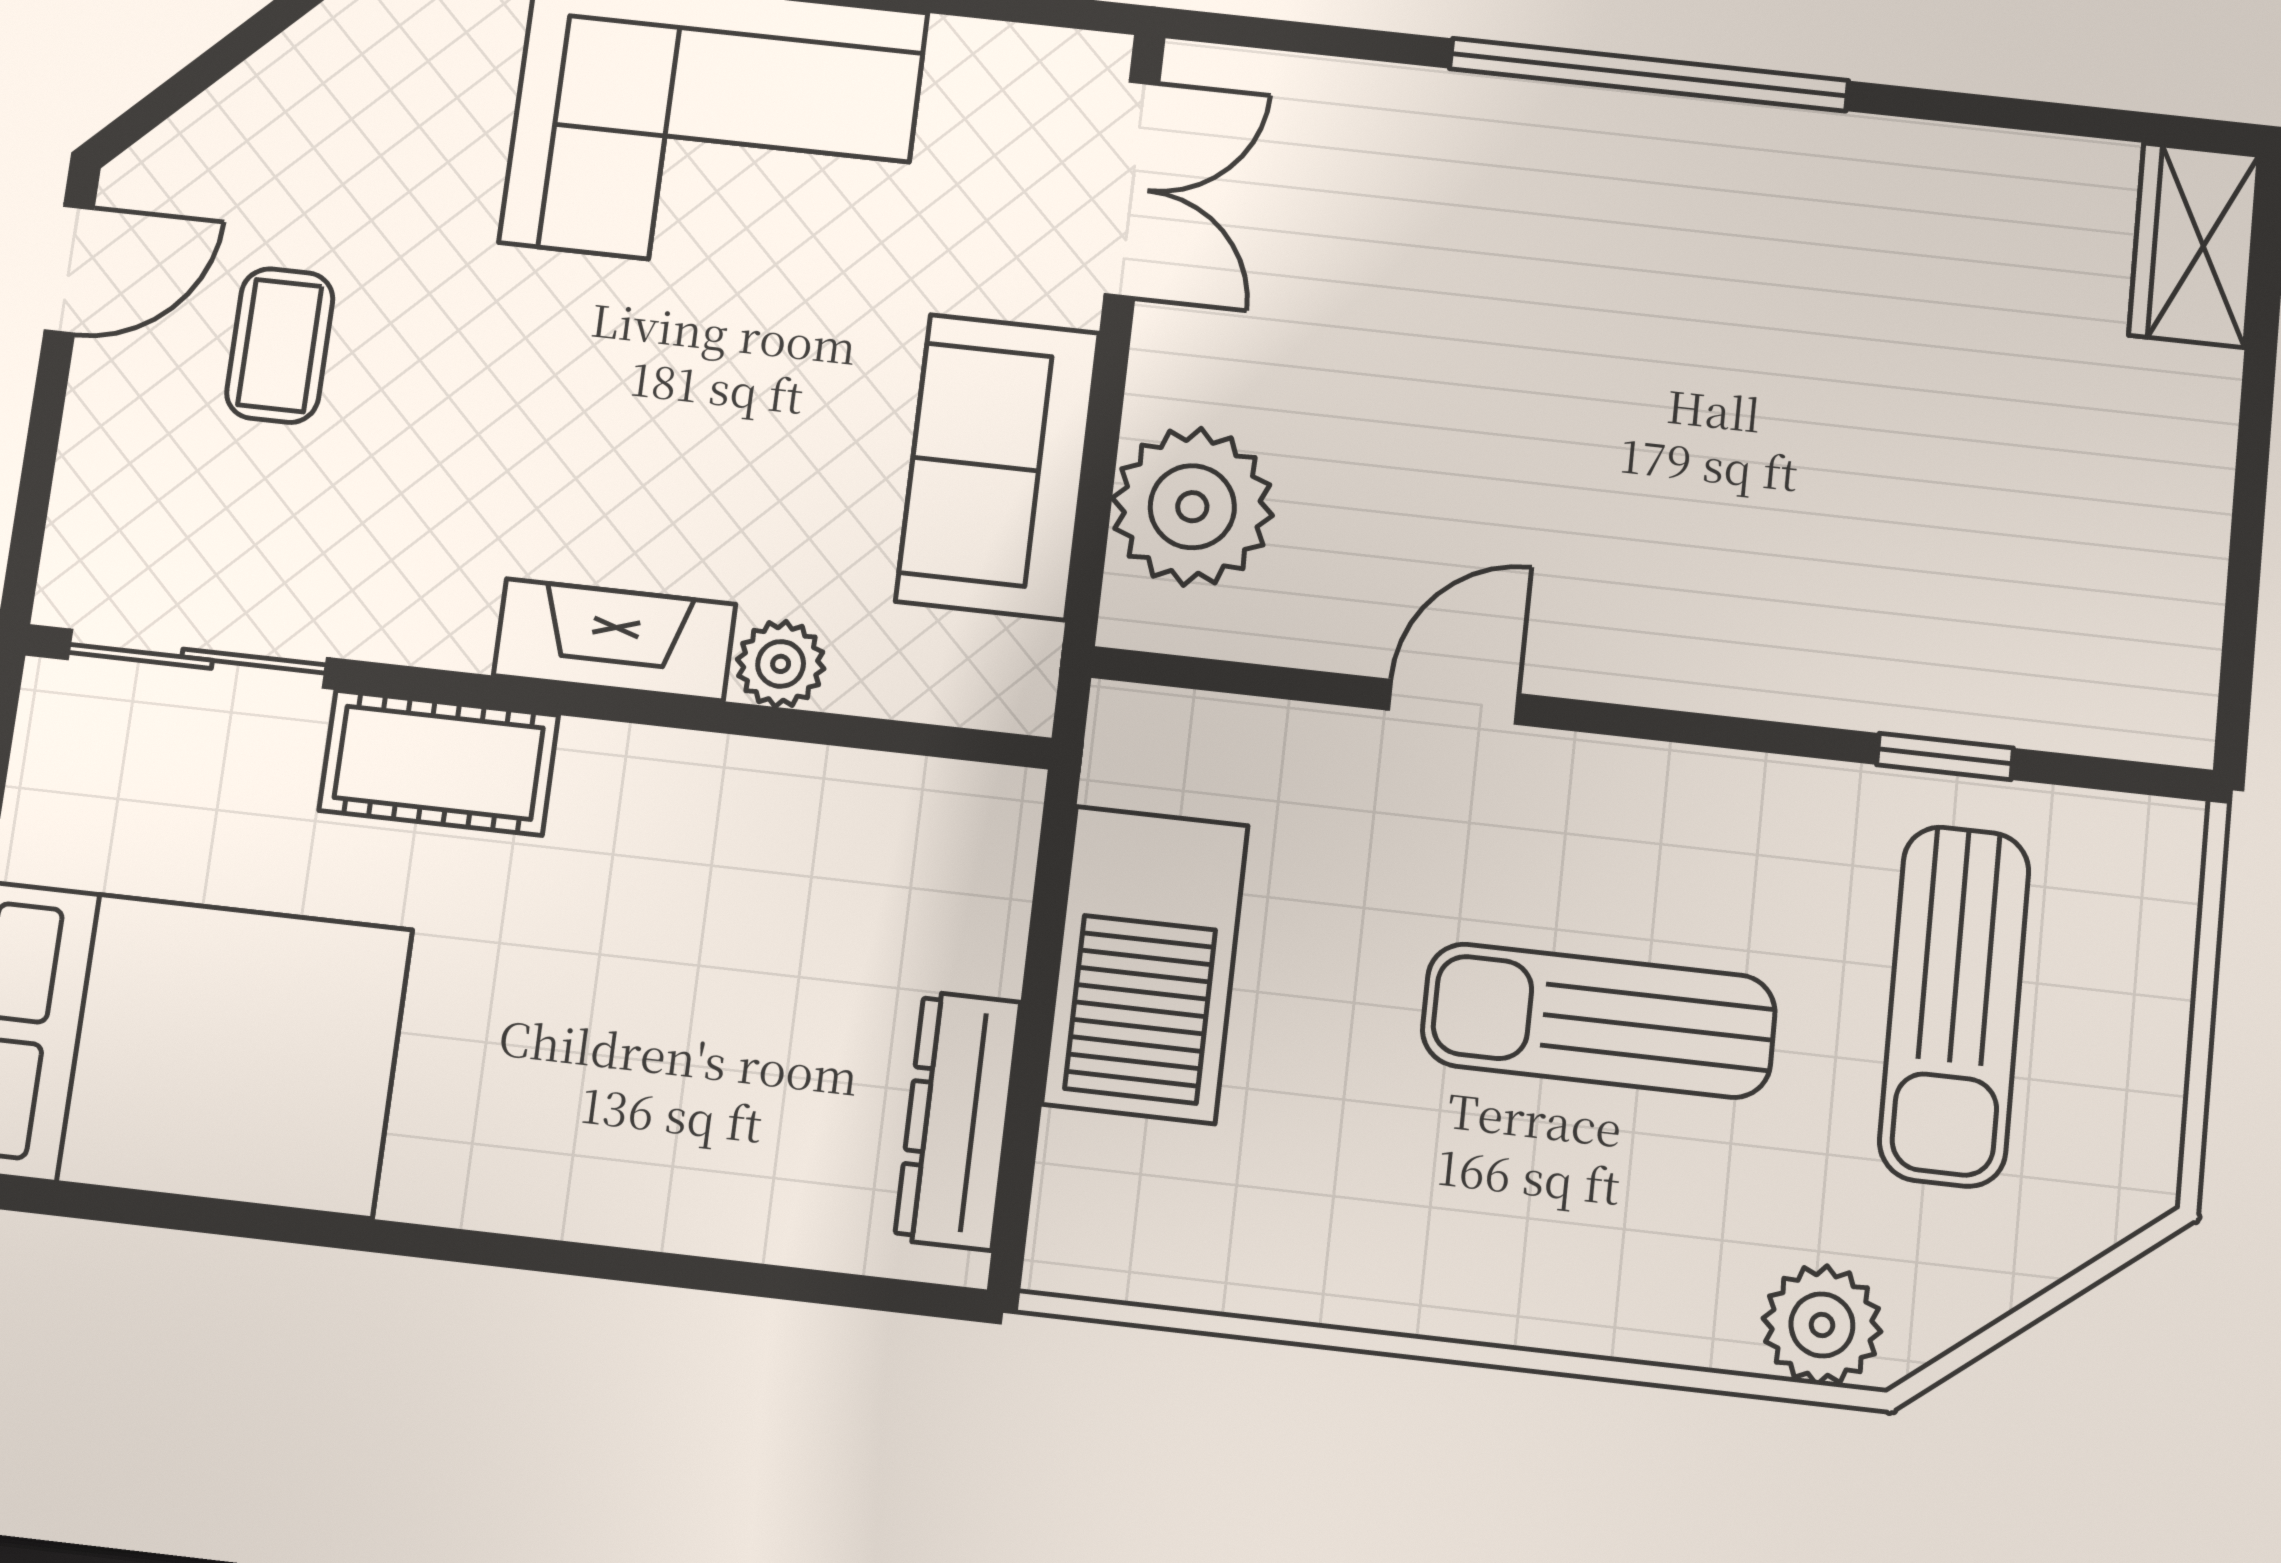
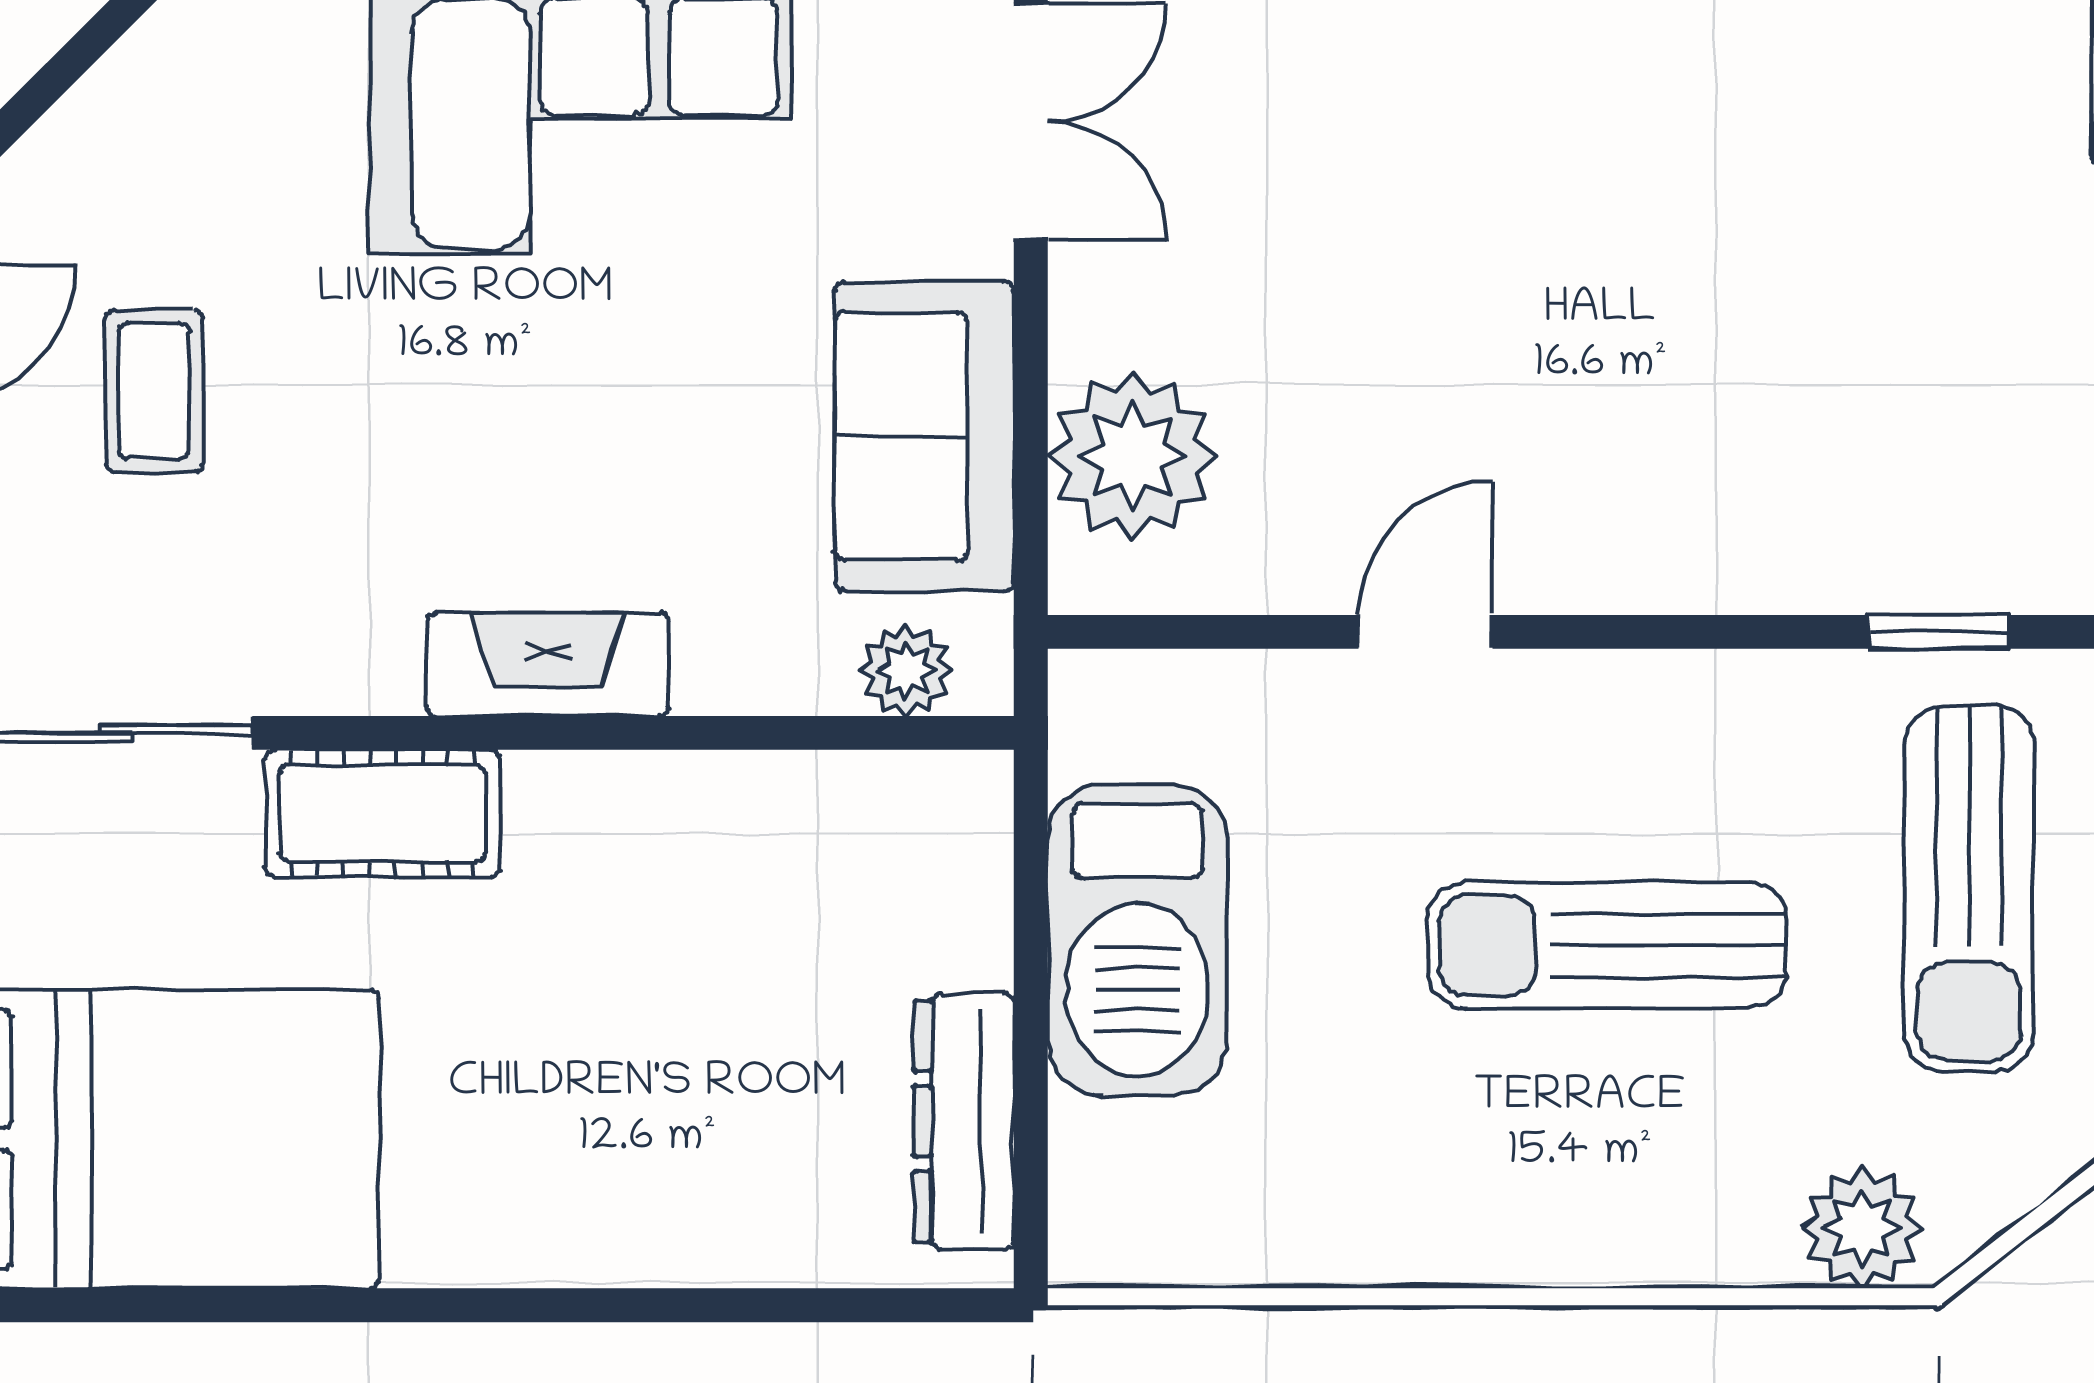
plant: (781, 664) -> (906, 670), moved

